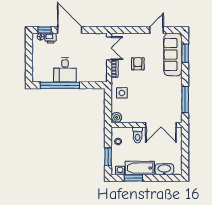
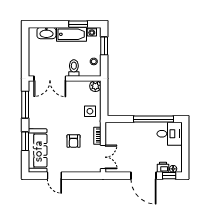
door: (157, 30) -> (54, 176), hinge flipped
double door: (109, 48) -> (103, 157), swing flipped
window: (185, 53) -> (25, 141), moved
desk: (65, 70) -> (170, 134), moved, turned 90
double door: (161, 125) -> (50, 78), swing flipped

